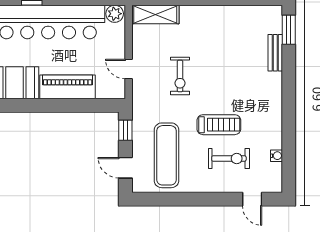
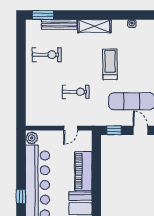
shelving: (155, 14) -> (94, 26), moved, turned 90
bench: (275, 53) -> (59, 24), width x1.36
exercise bike: (229, 159) -> (47, 55), moved, turned 90
door: (125, 168) -> (140, 130), swing flipped

